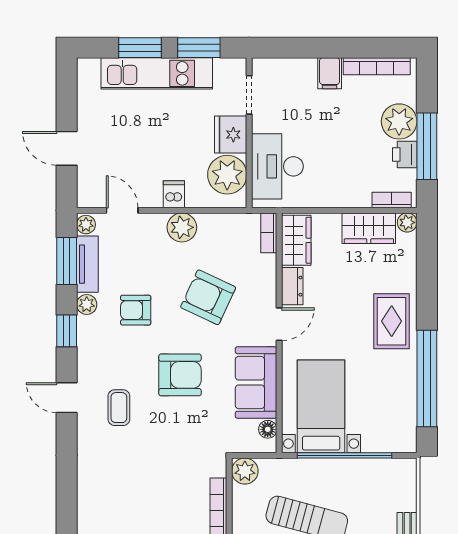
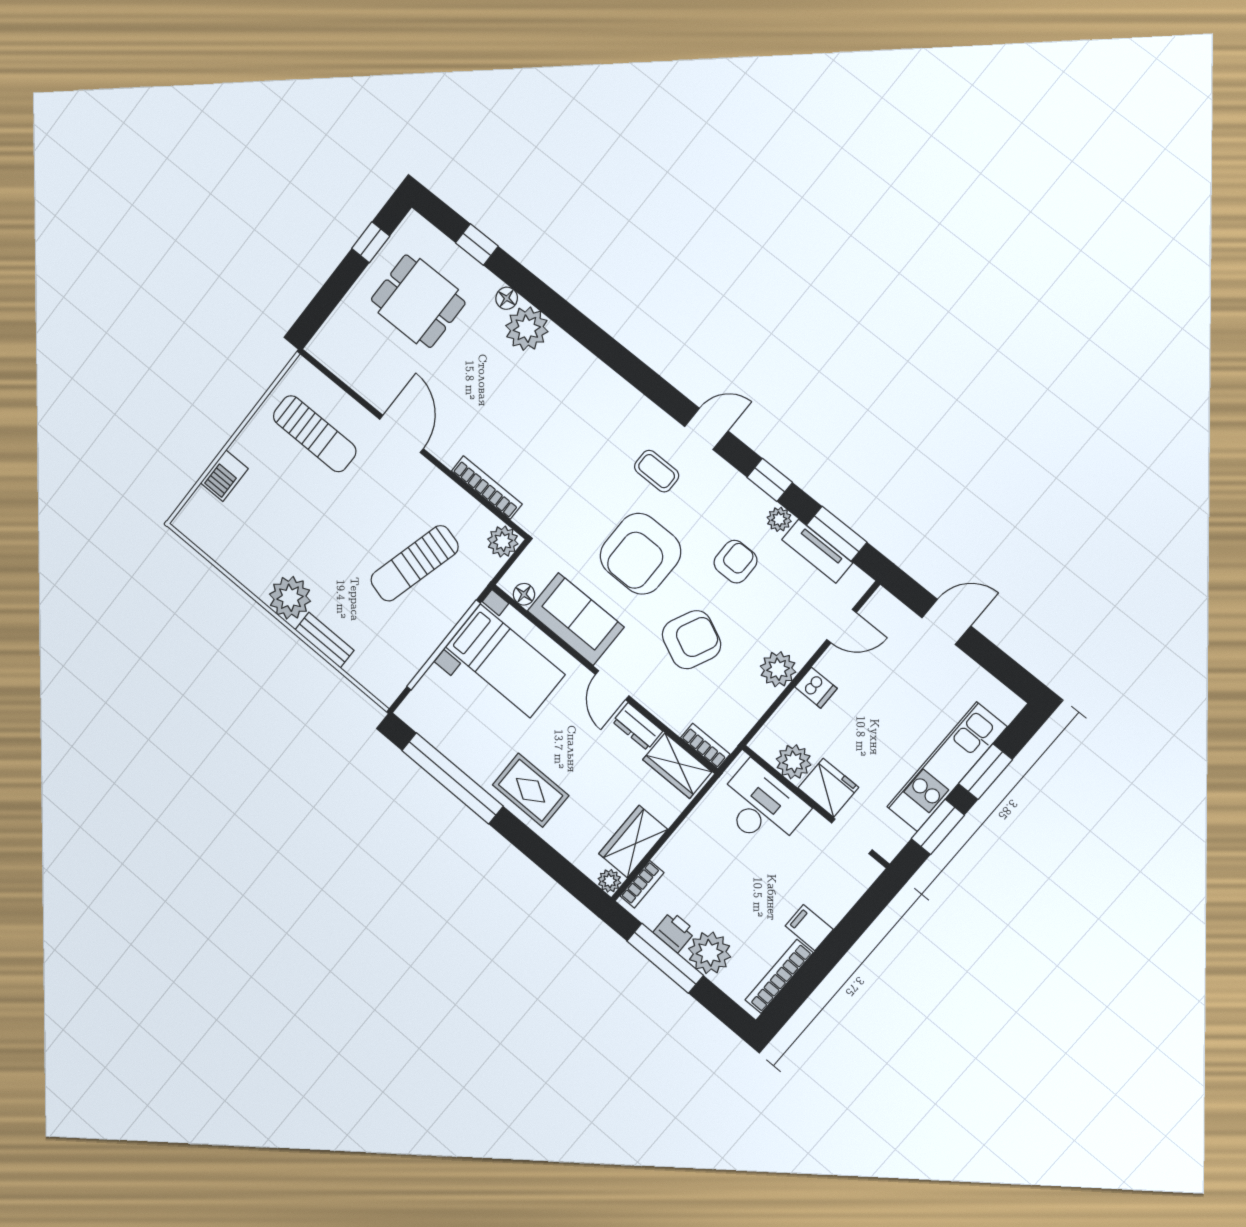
plant: (227, 175) -> (794, 762), width x0.73, depth x0.73
plant: (86, 225) -> (857, 581), removed
armchair: (180, 375) -> (640, 554), width x1.36, depth x1.36

